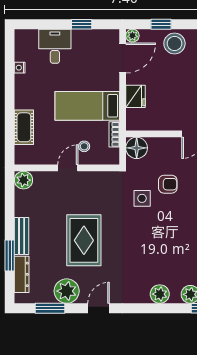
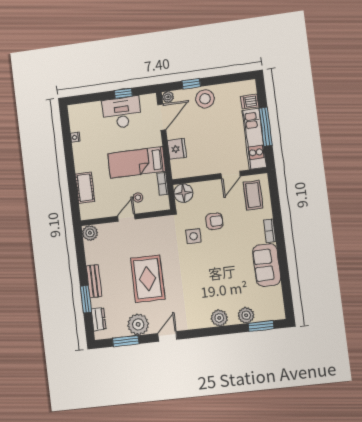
desk: (55, 46) -> (122, 113), moved, width x1.37
dresser: (22, 274) -> (99, 319), width x0.70

